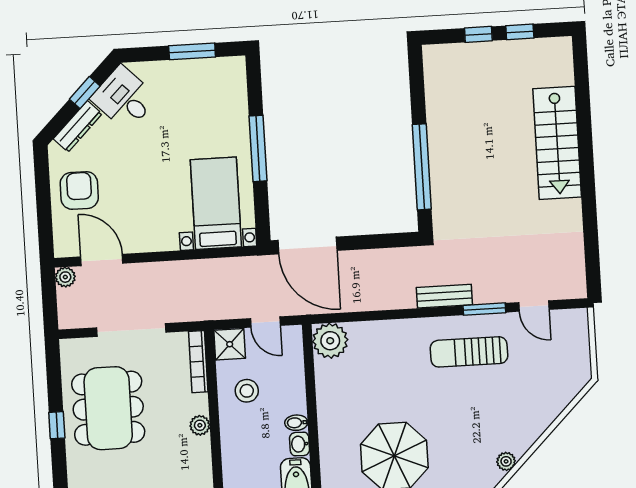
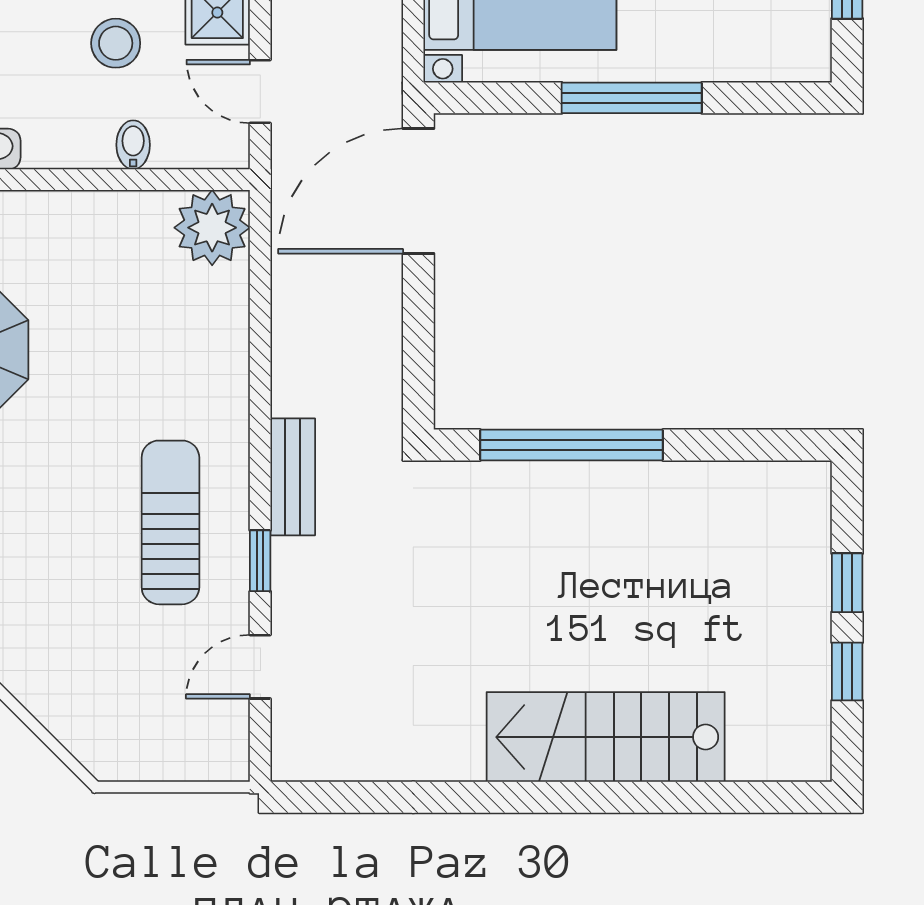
window: (484, 309) -> (260, 561), width x0.67
door: (265, 322) -> (260, 92), hinge flipped
bidet: (296, 423) -> (133, 145), moved

